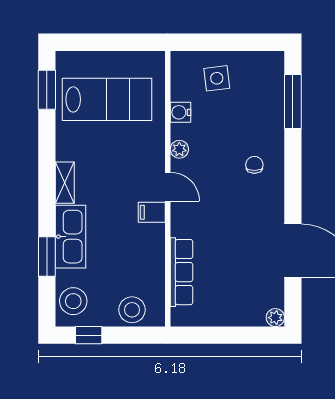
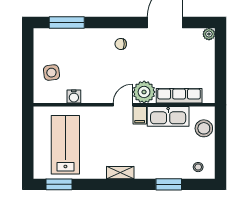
plant: (179, 149) -> (144, 92), moved, width x1.87, depth x1.87
chair: (254, 165) -> (121, 44), moved
kitchen sink: (71, 237) -> (168, 116), moved, turned 180
stool: (73, 301) -> (198, 167), width x0.53, depth x0.53
window: (89, 335) -> (221, 157), removed

